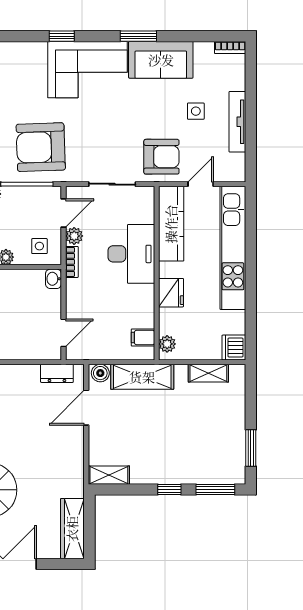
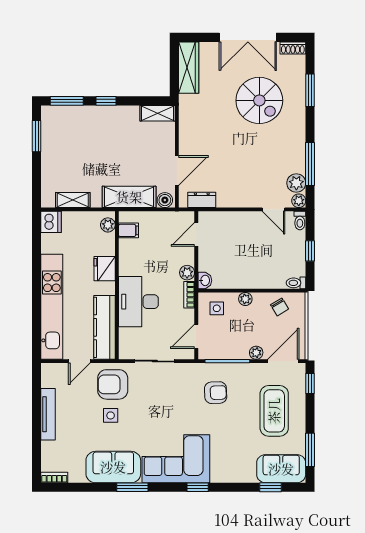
side table: (196, 111) -> (111, 415), moved
armchair: (41, 147) -> (216, 393), width x0.53, depth x0.53
plant: (74, 236) -> (187, 273), moved

